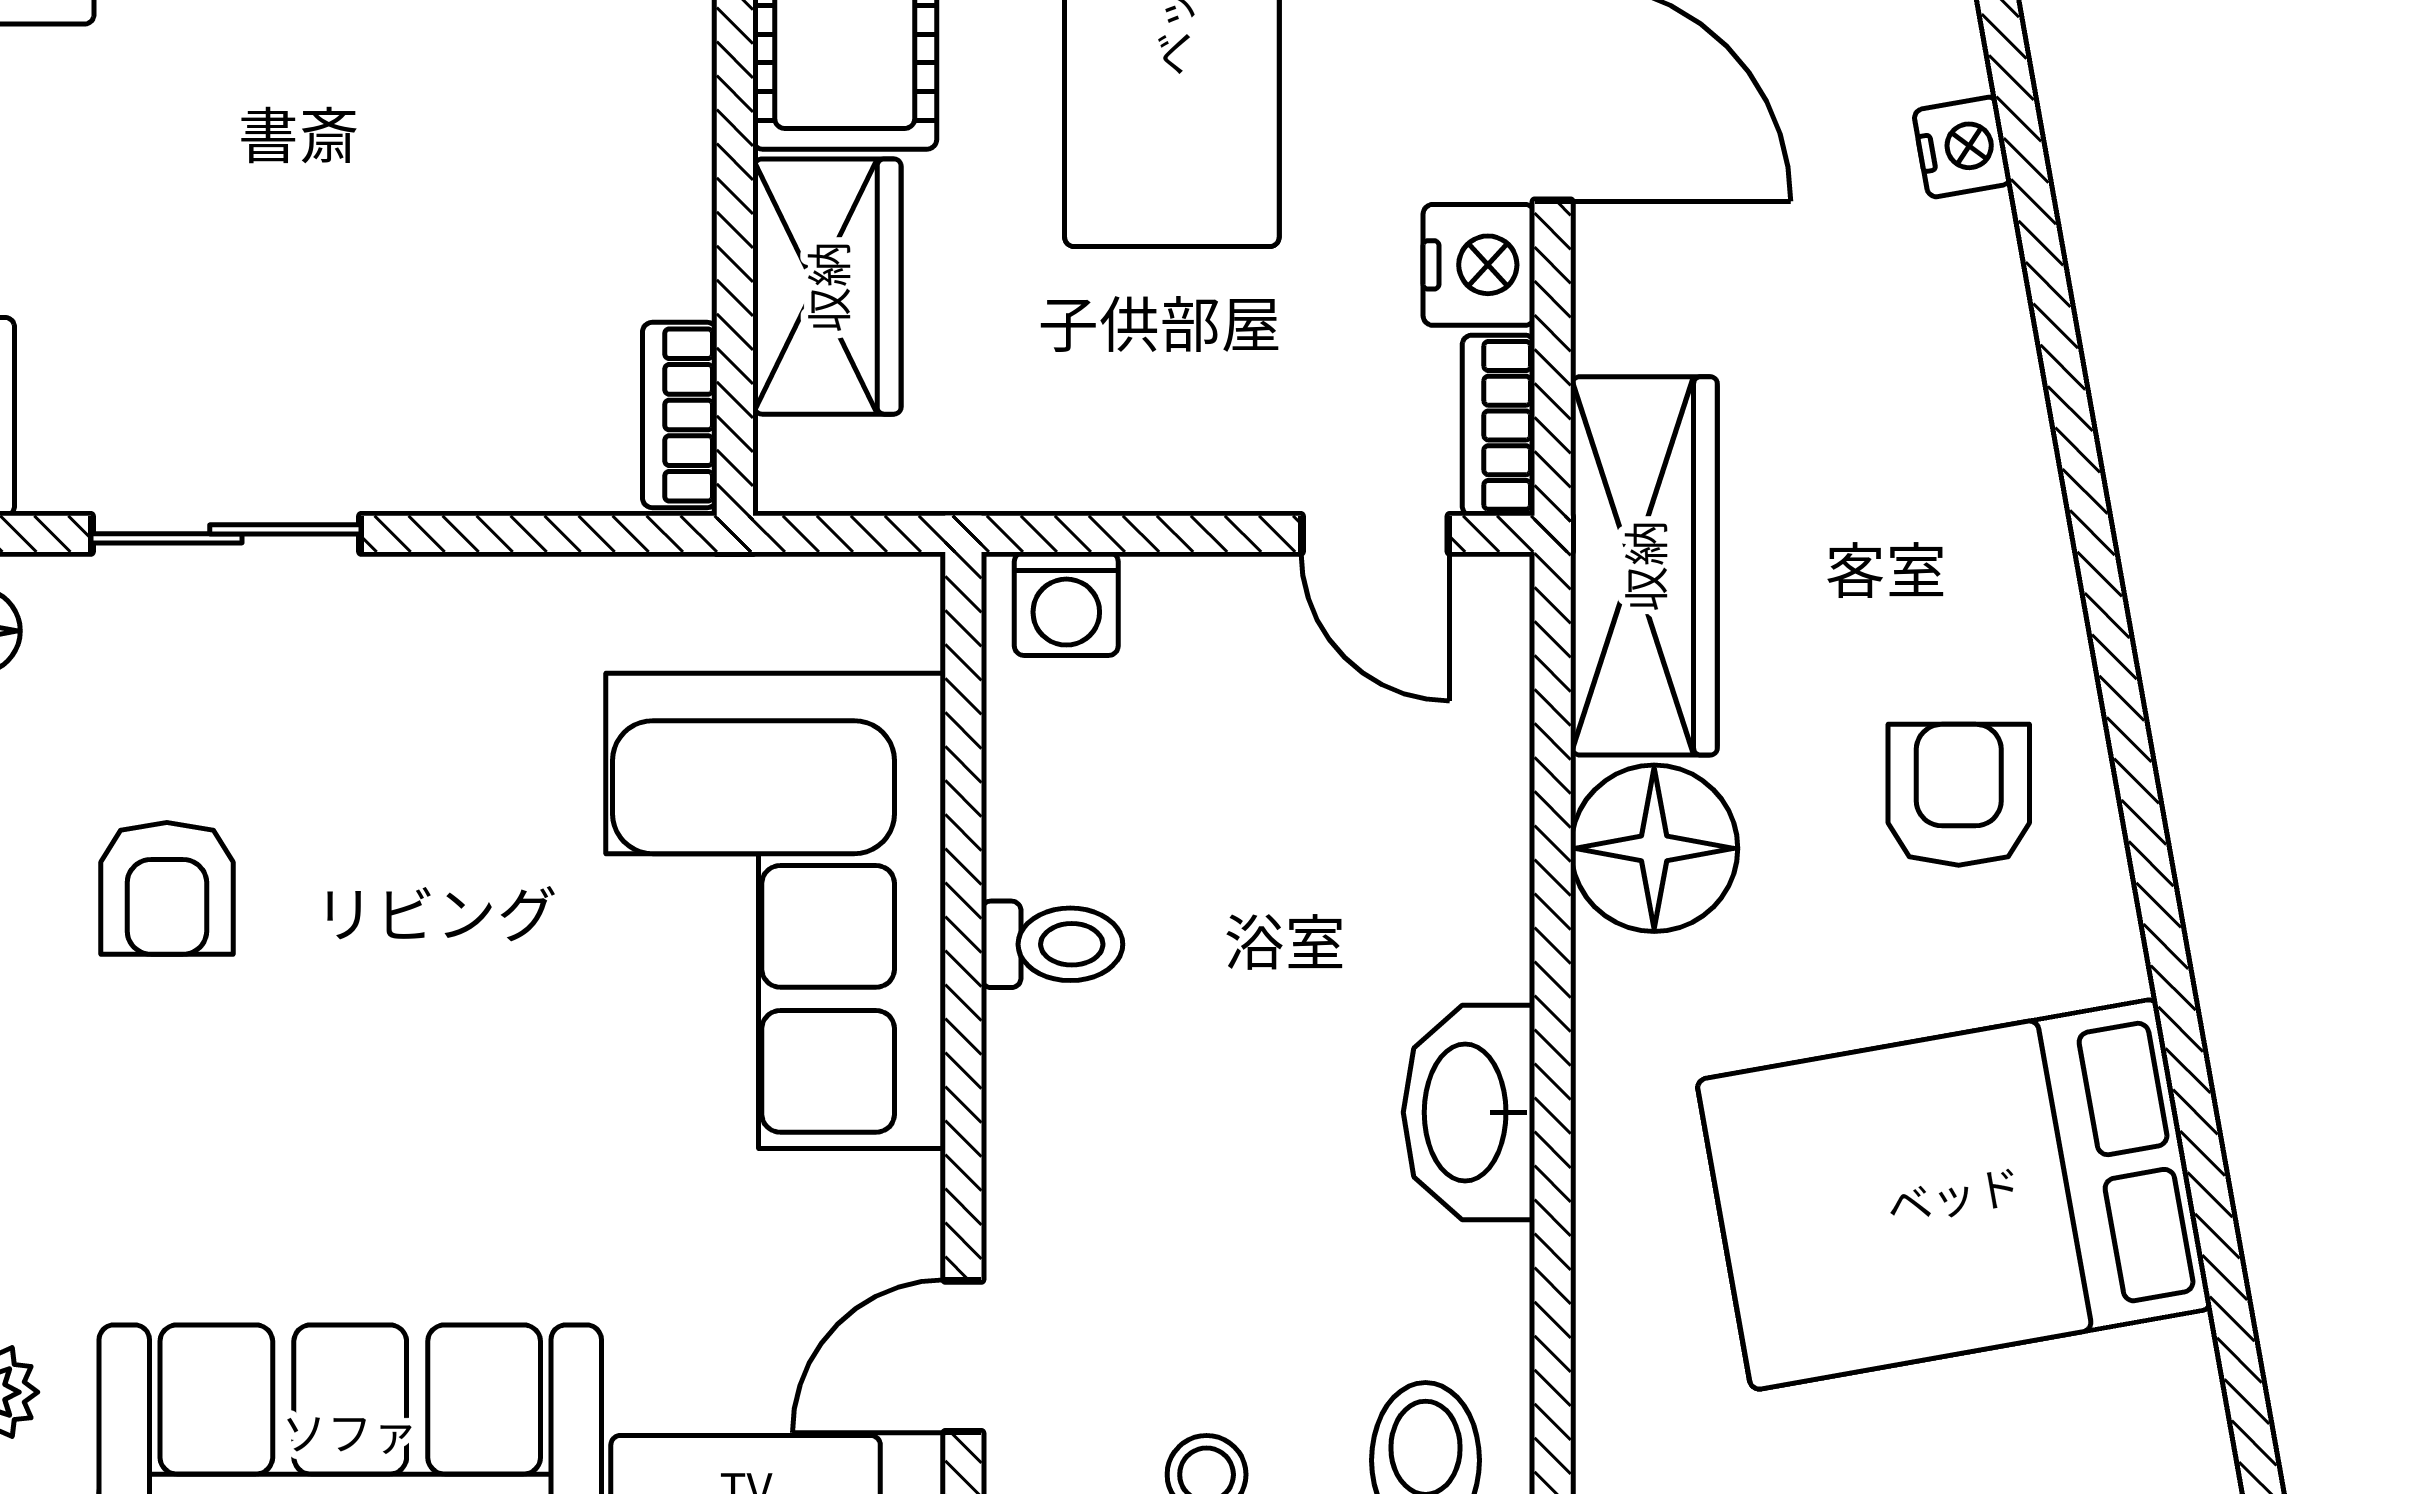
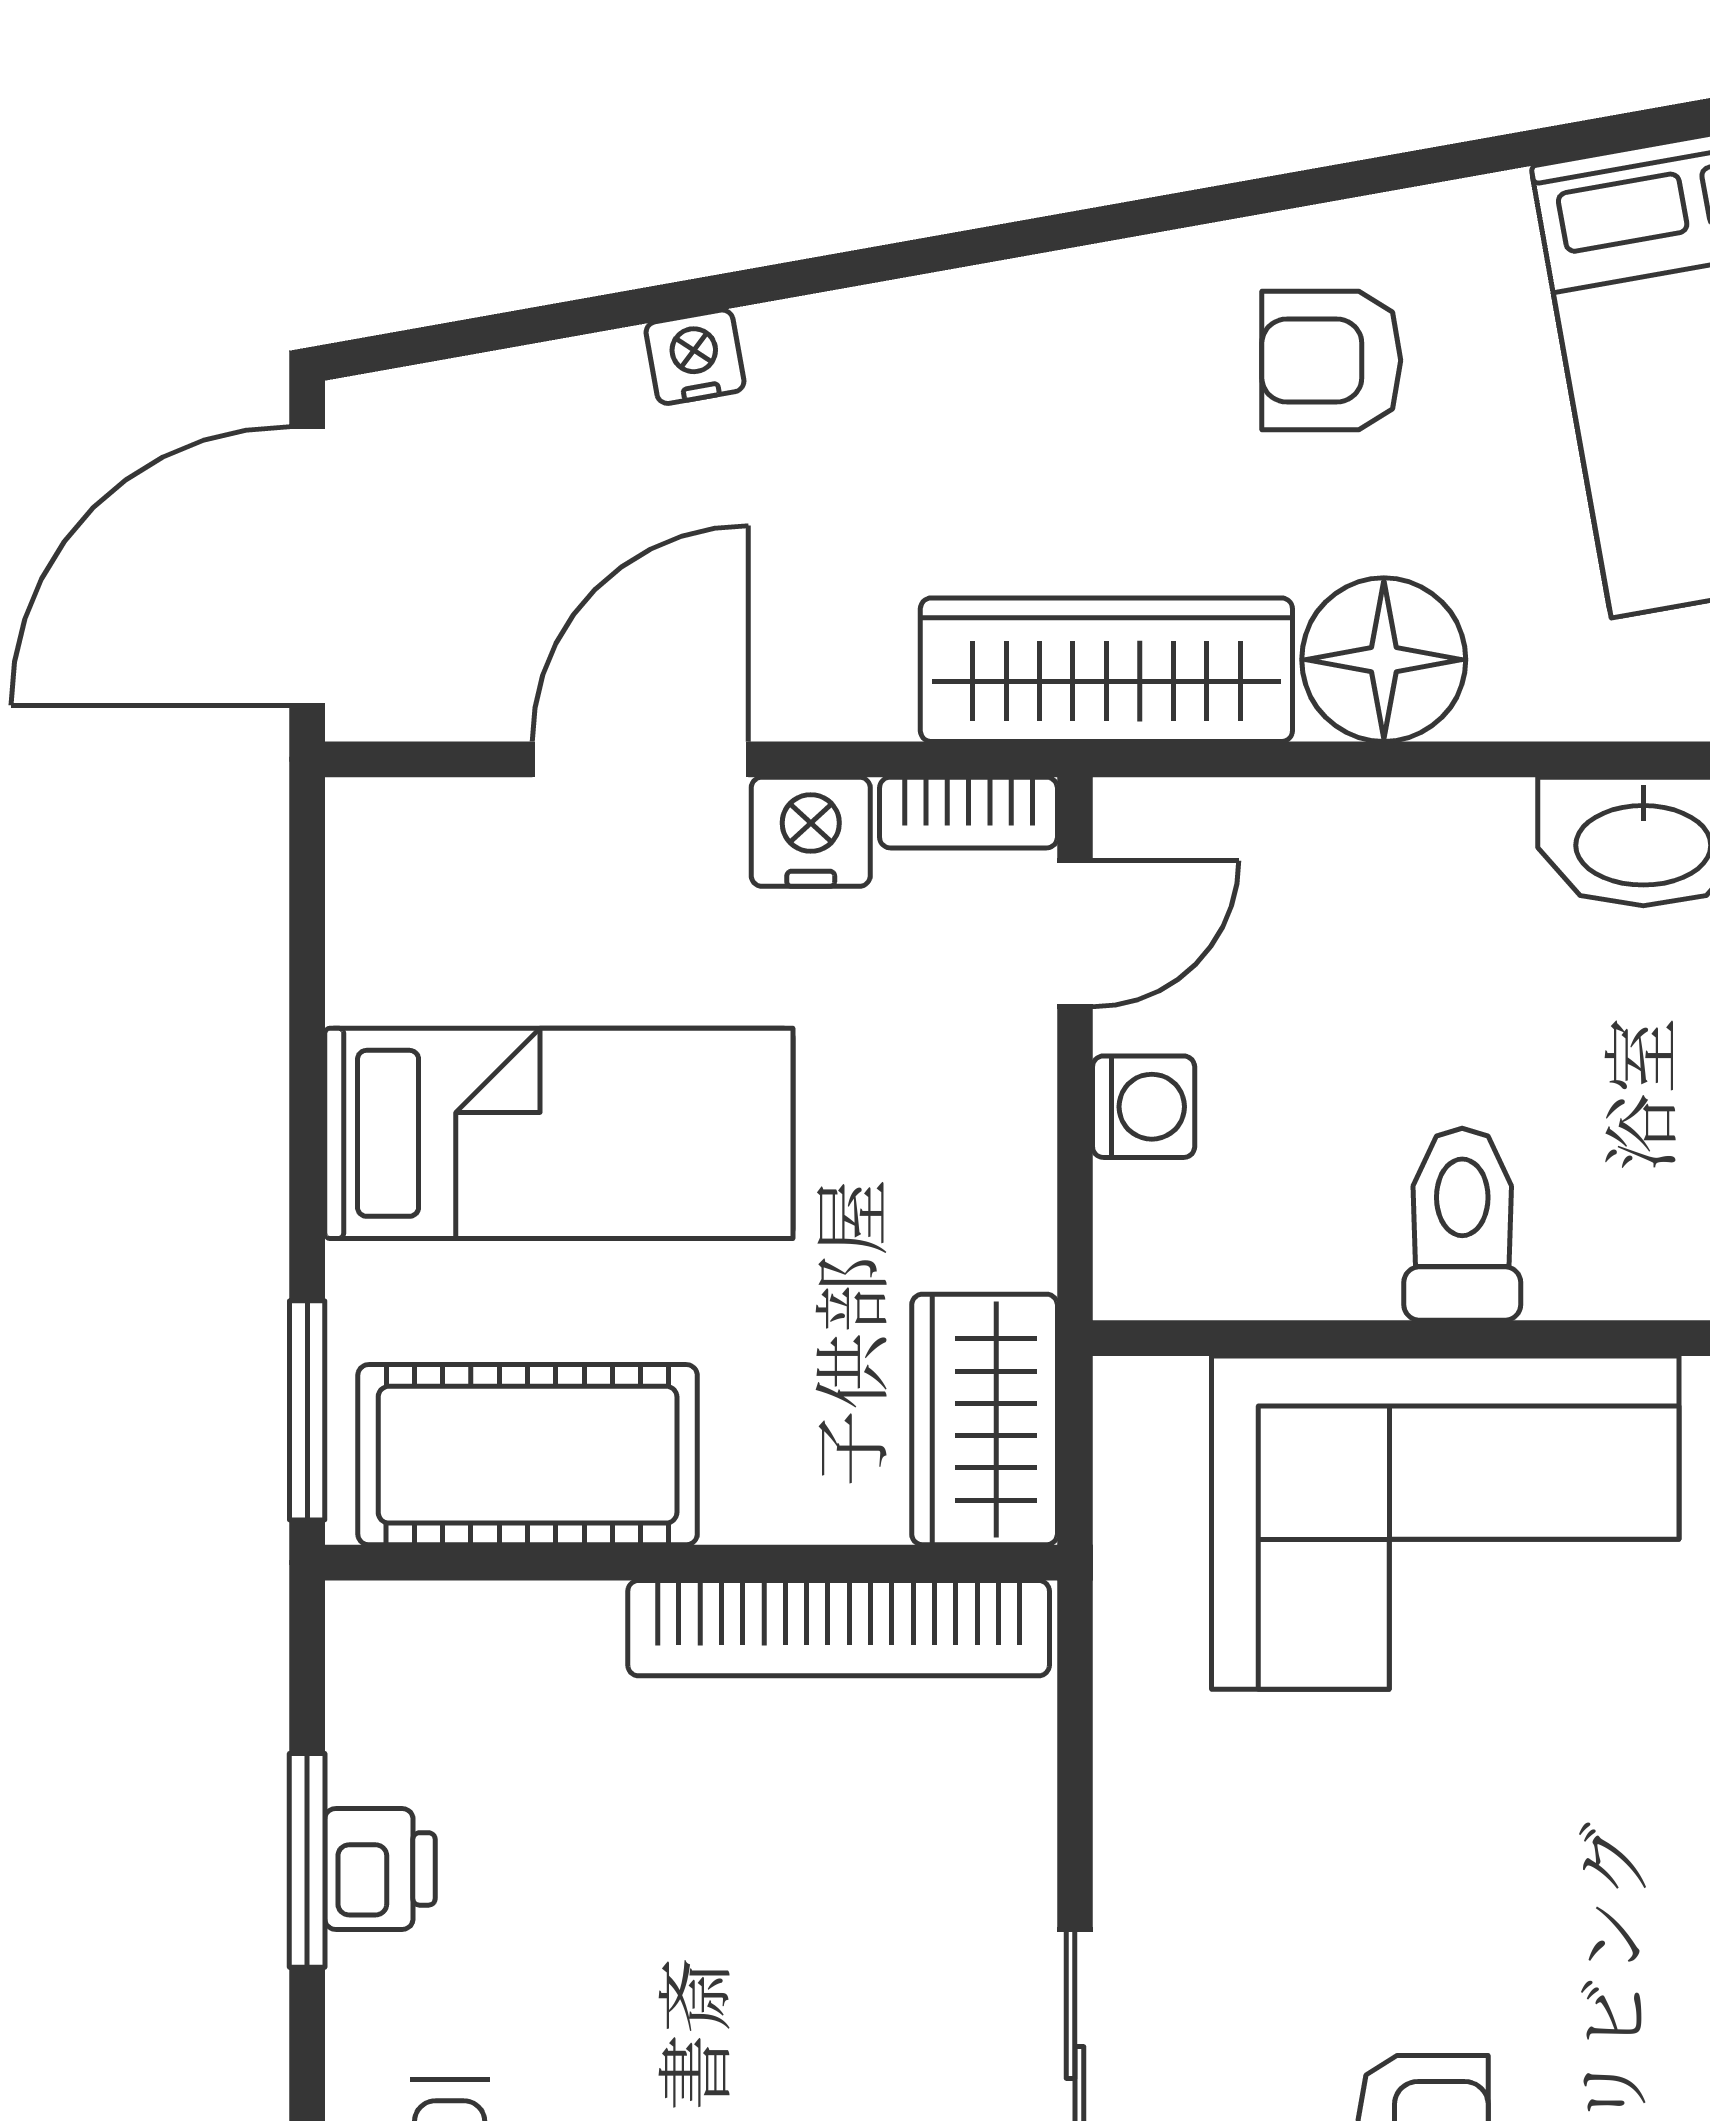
wardrobe: (827, 287) -> (985, 1419), moved, turned -90
bookcase: (680, 415) -> (839, 1628), width x2.31, depth x1.31
washing machine: (1066, 604) -> (1144, 1107), moved
toilet: (1052, 944) -> (1462, 1224), width x1.37, depth x1.39

